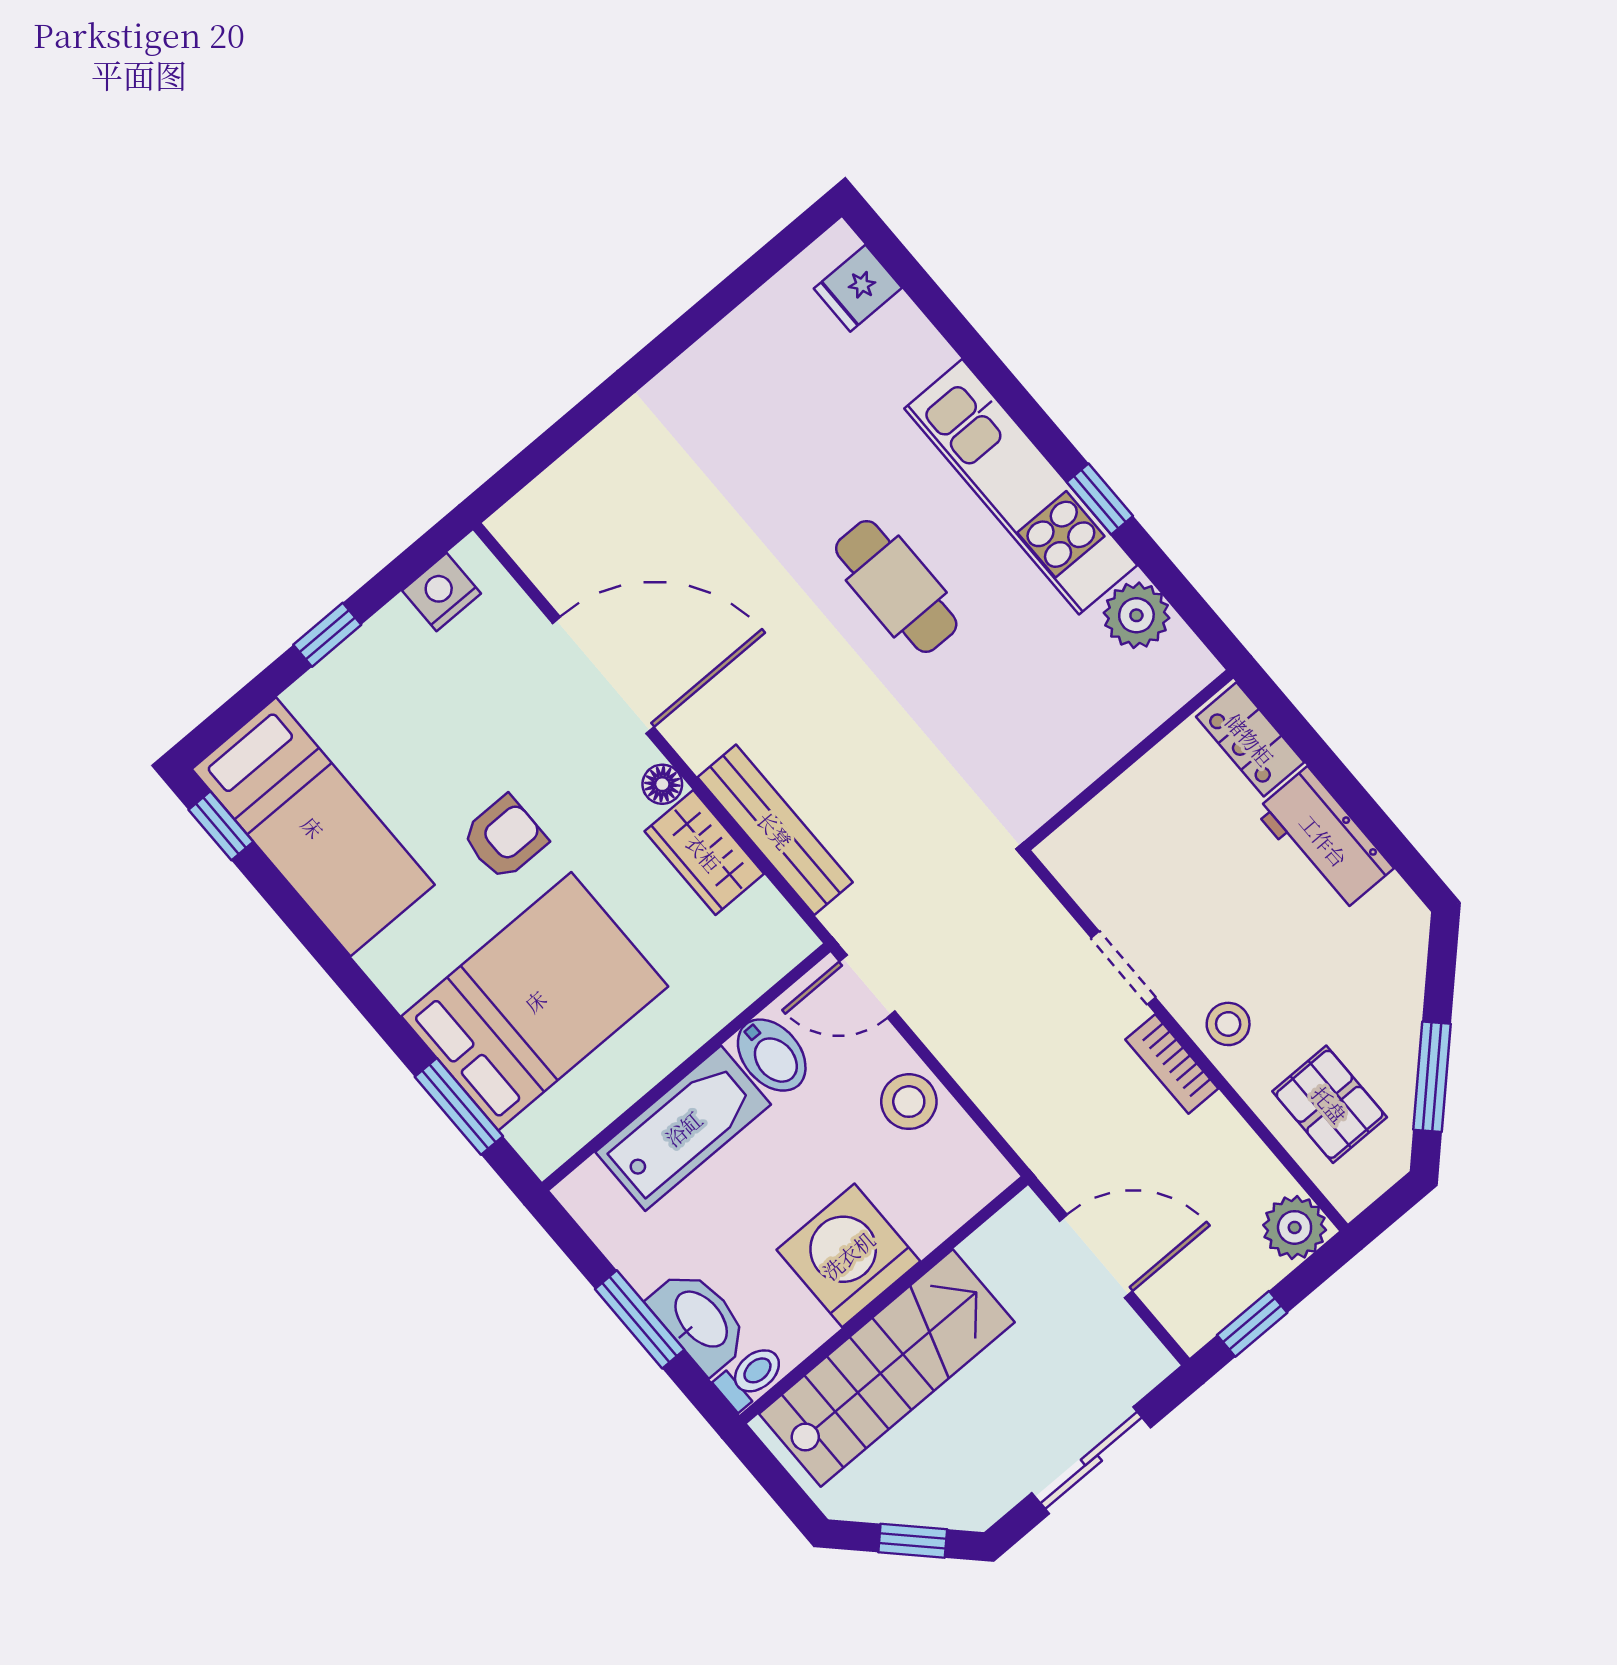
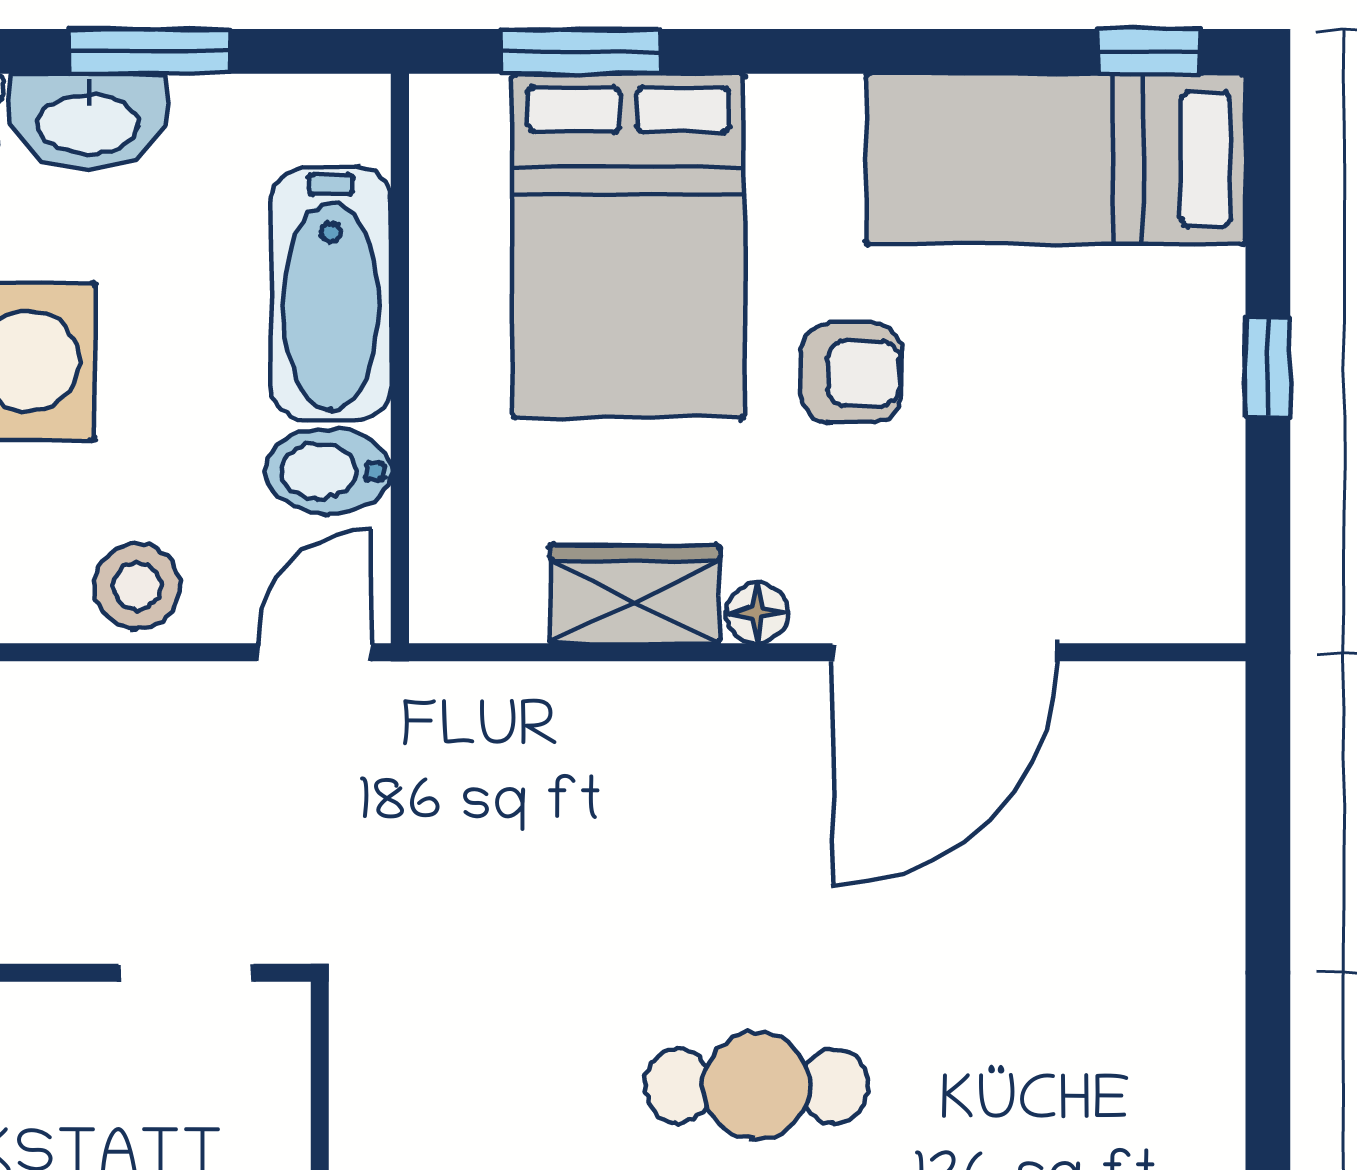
nightstand: (441, 592) -> (1204, 545), removed
bench: (775, 830) -> (591, 700), removed
armchair: (504, 838) -> (851, 373), turned -90
doorway: (1123, 968) -> (186, 973), moved

